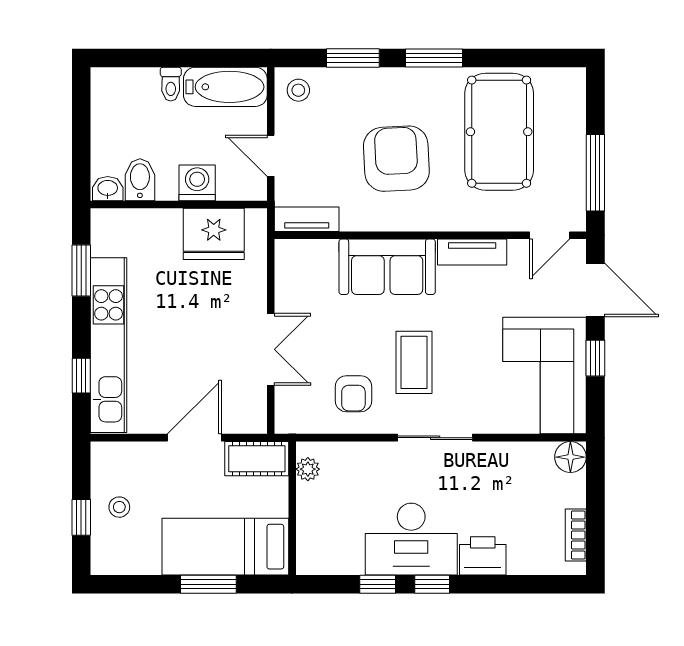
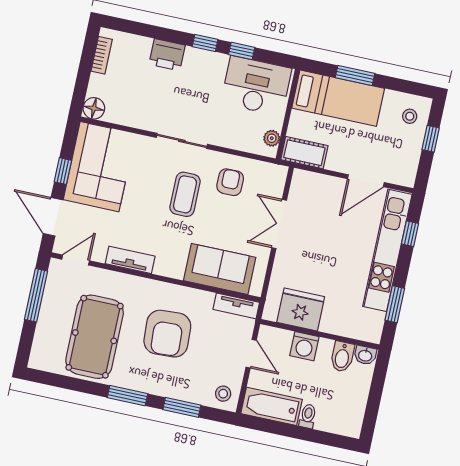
sofa: (387, 267) -> (220, 269), moved
door: (194, 438) -> (366, 181), moved
stool: (119, 507) -> (410, 116), moved
desk: (411, 539) -> (256, 86), moved

